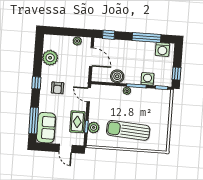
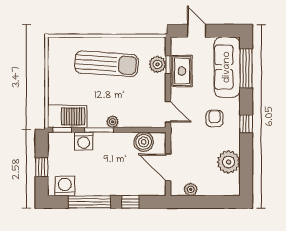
window: (109, 35) -> (130, 202), moved
window: (177, 74) -> (42, 167), moved
boiler: (117, 76) -> (144, 142), moved
barbecue: (157, 97) -> (67, 116), added
sofa: (46, 128) -> (227, 67), width x1.36

